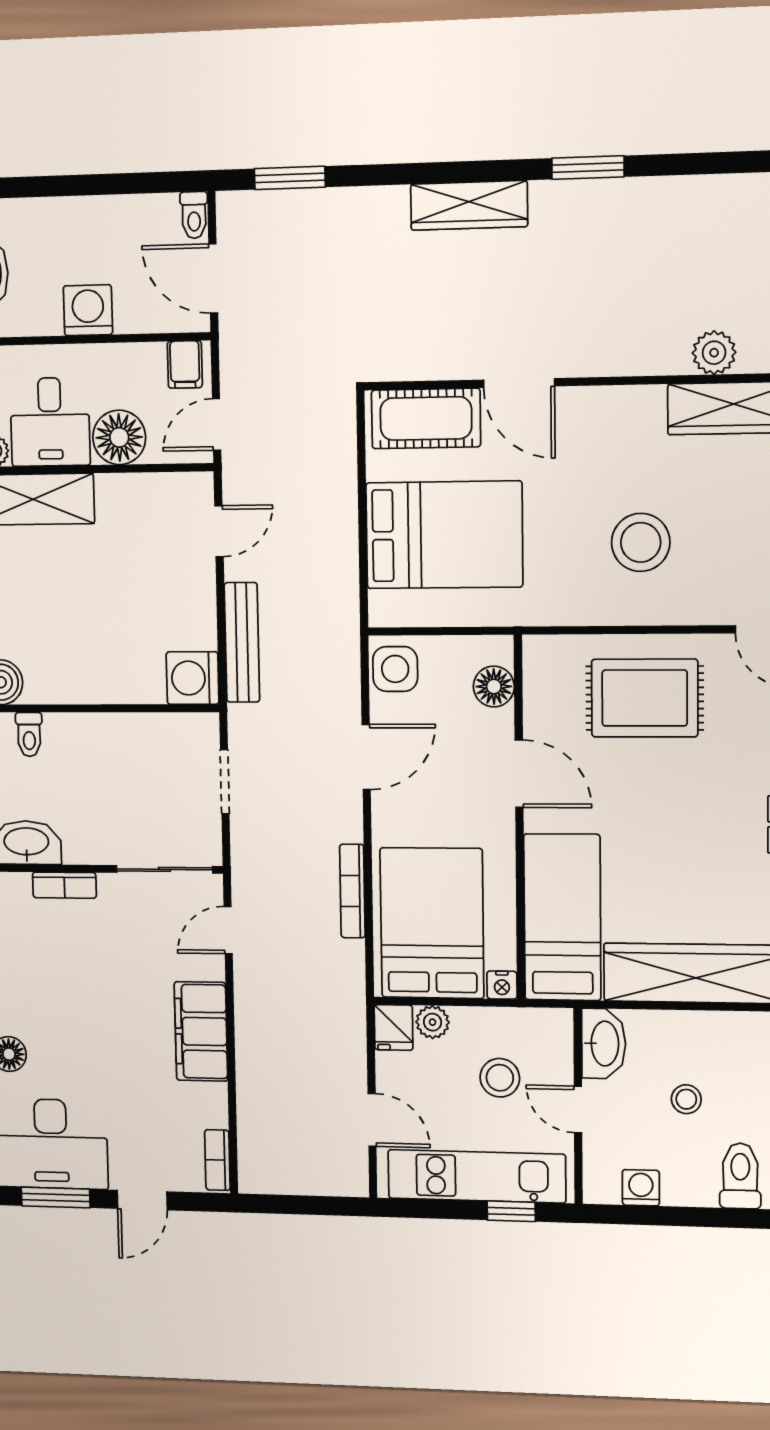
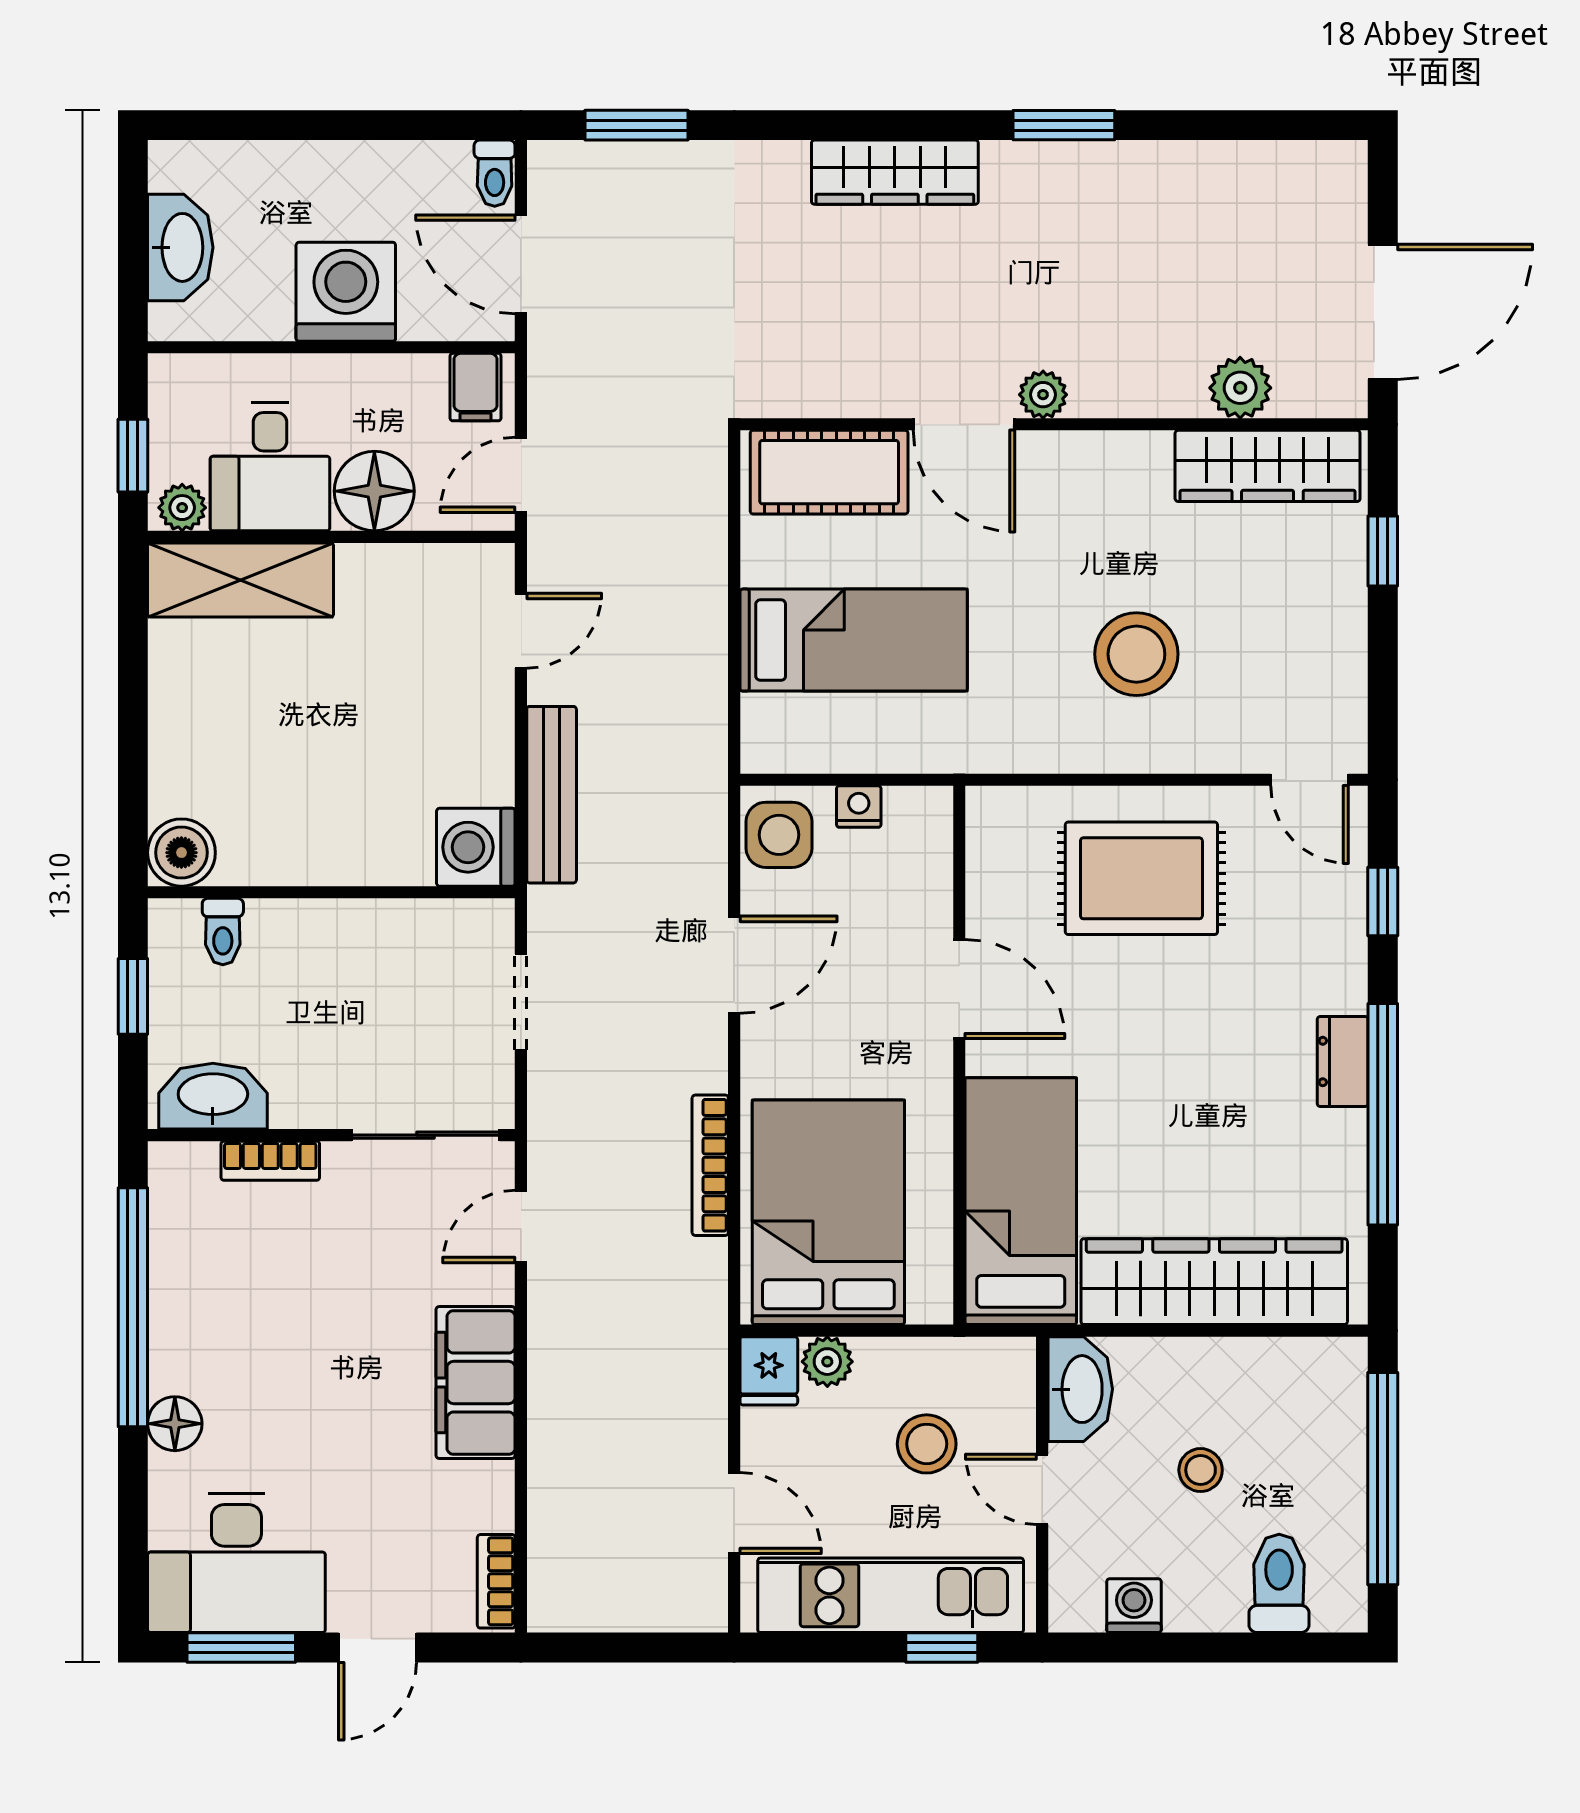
washing machine: (88, 310) -> (346, 292), width x1.37, depth x1.37
plant: (574, 361) -> (1043, 395), added
bed: (444, 535) -> (854, 640), width x0.67
floor lamp: (494, 687) -> (924, 861), removed
nightstand: (502, 985) -> (859, 807), moved, turned 180

